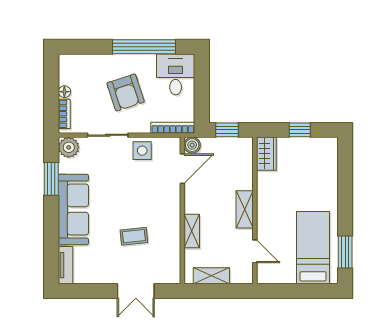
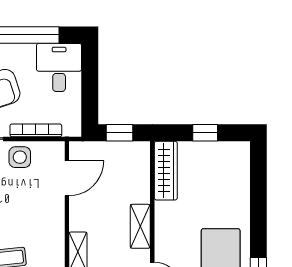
bookcase: (173, 128) -> (36, 130), moved
boiler: (192, 145) -> (79, 151), removed
wardrobe: (266, 154) -> (166, 171), width x1.50

